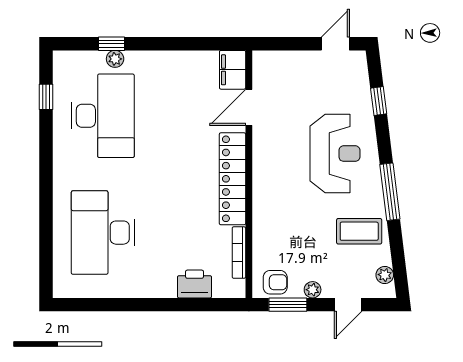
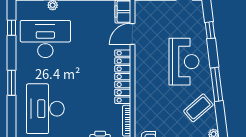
desk: (103, 116) -> (45, 39), turned -90
window: (46, 189) -> (12, 83), added
coffee table: (359, 231) -> (198, 108), turned -41

